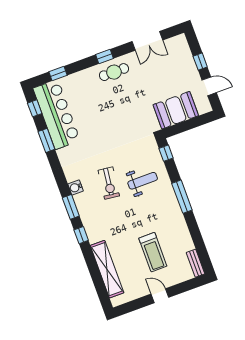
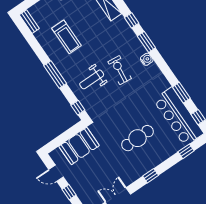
cafe table: (114, 72) -> (138, 138), moved, width x1.37, depth x1.35
treadmill: (153, 252) -> (66, 37), moved, turned 180

